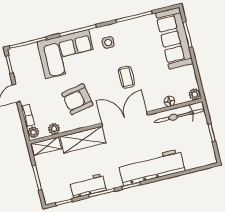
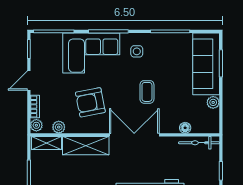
plant: (195, 94) -> (213, 102), moved
bicycle: (179, 116) -> (199, 143), width x0.73, depth x0.71

